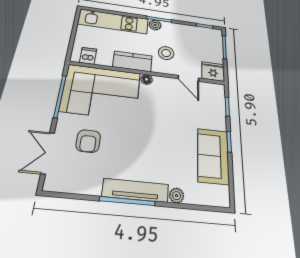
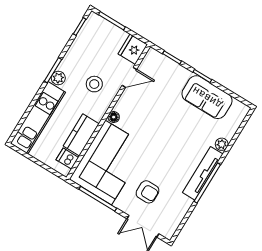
kitchen counter: (132, 61) -> (81, 135), moved

